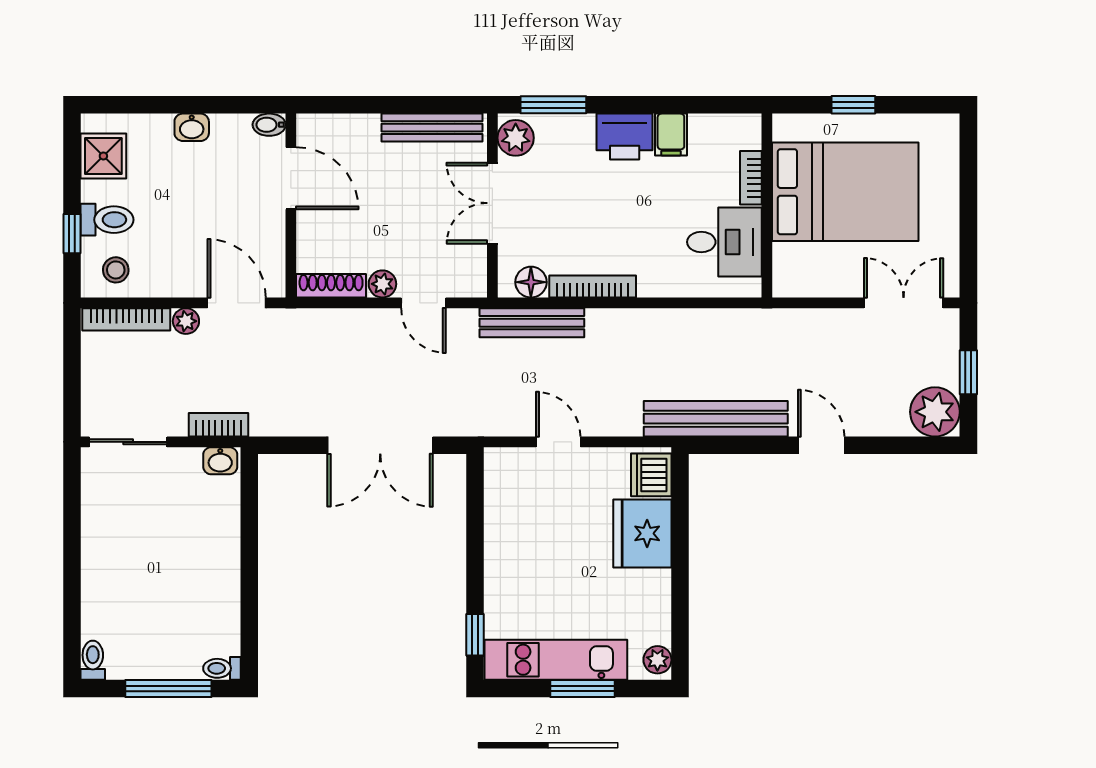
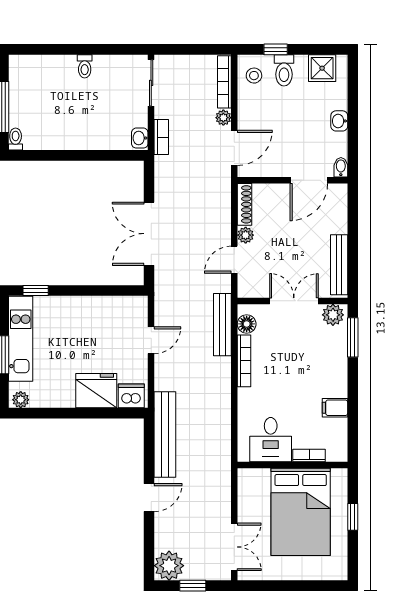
printer: (625, 137) -> (334, 380), removed
toilet: (93, 660) -> (85, 66), moved, turned 90

